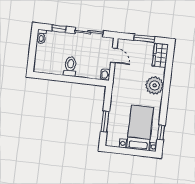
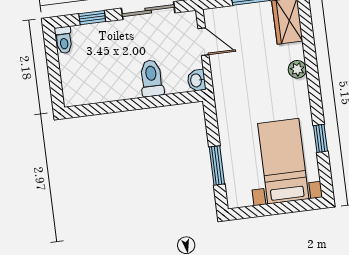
toilet: (70, 66) -> (152, 78), moved
plant: (155, 85) -> (297, 69), width x0.53, depth x0.53
window: (161, 132) -> (321, 138), moved

